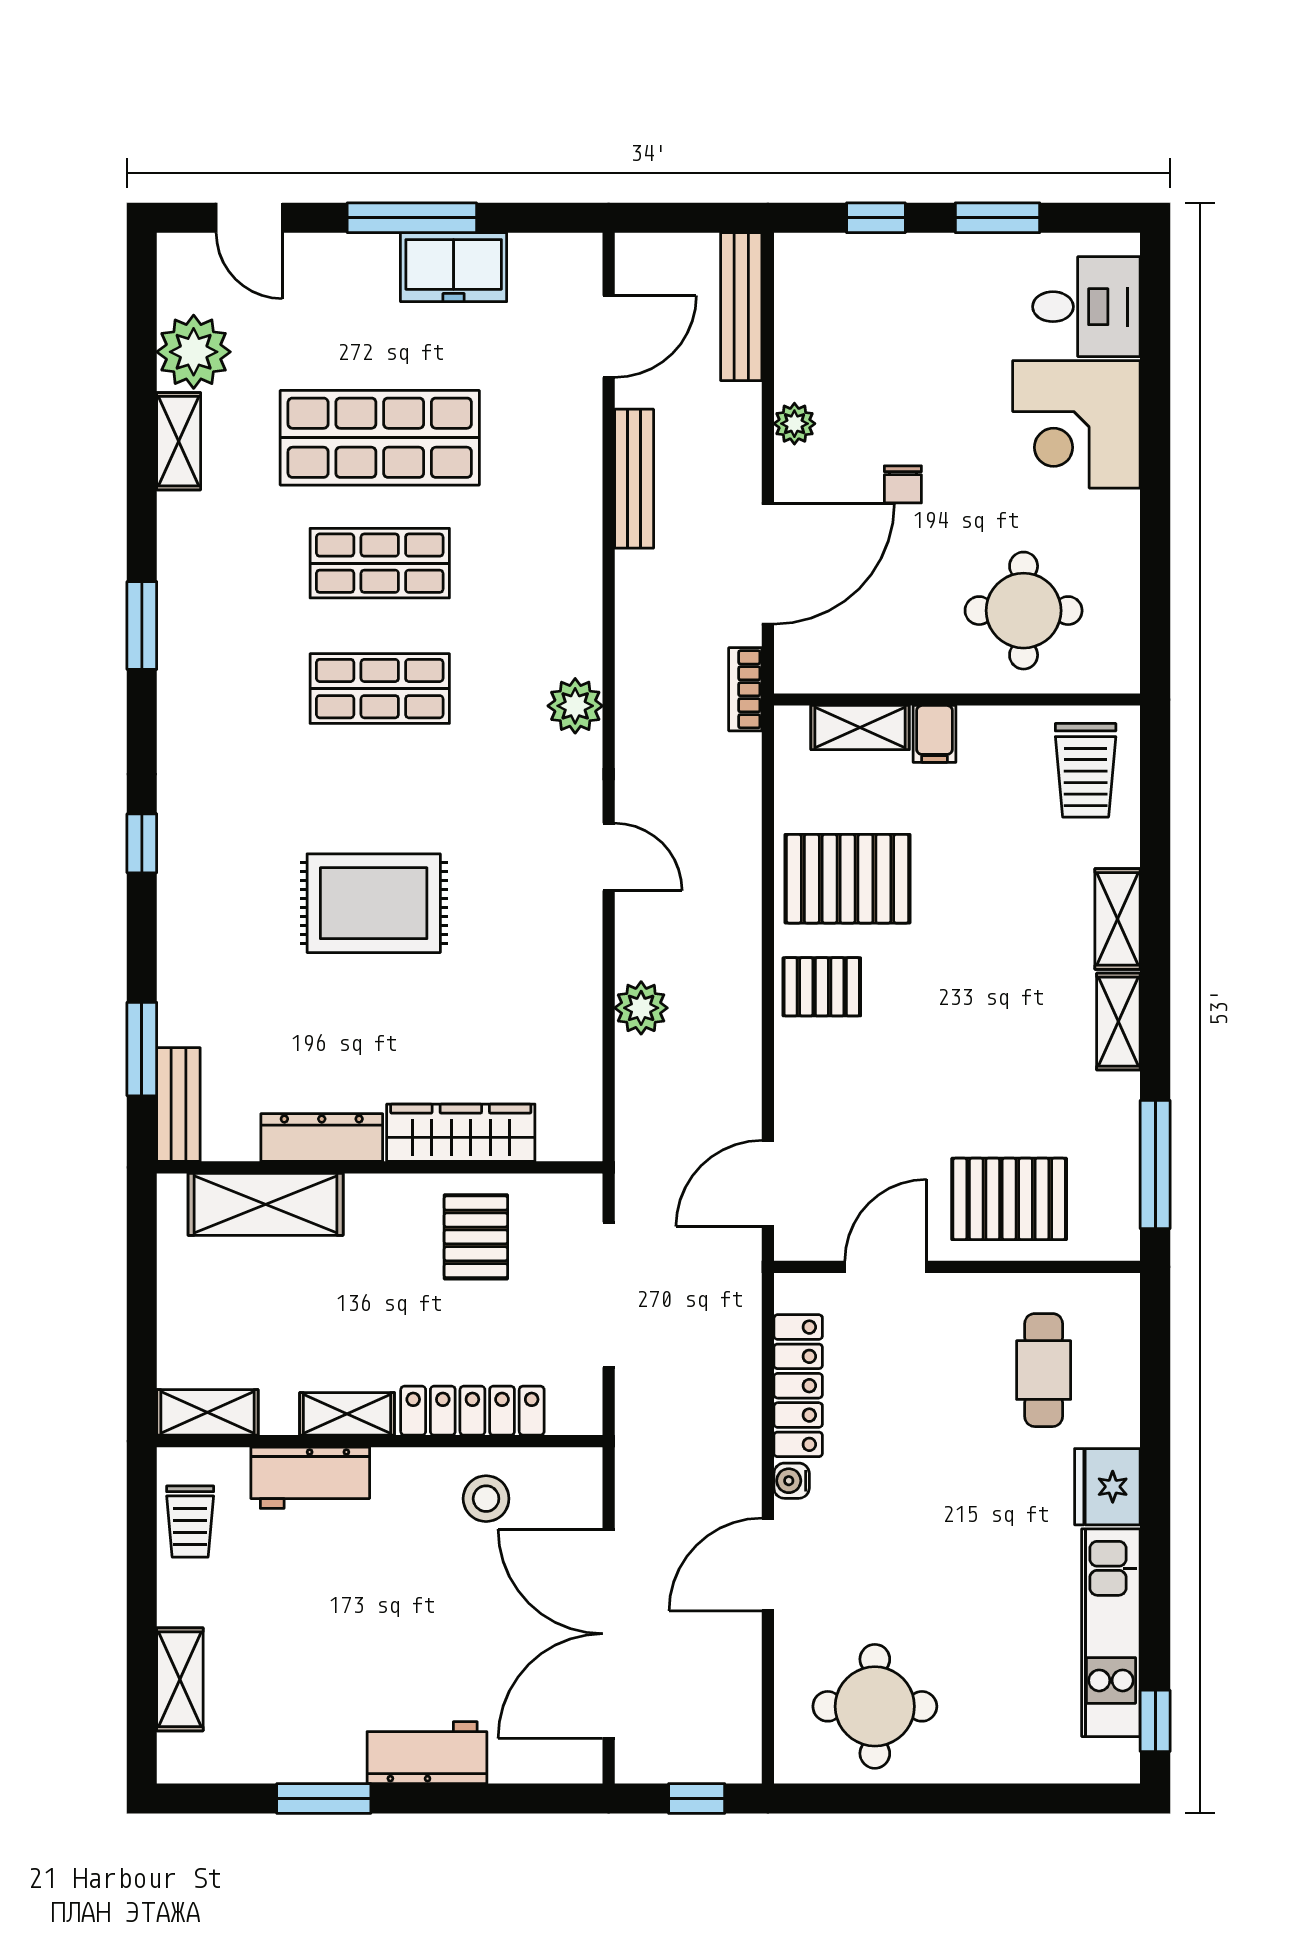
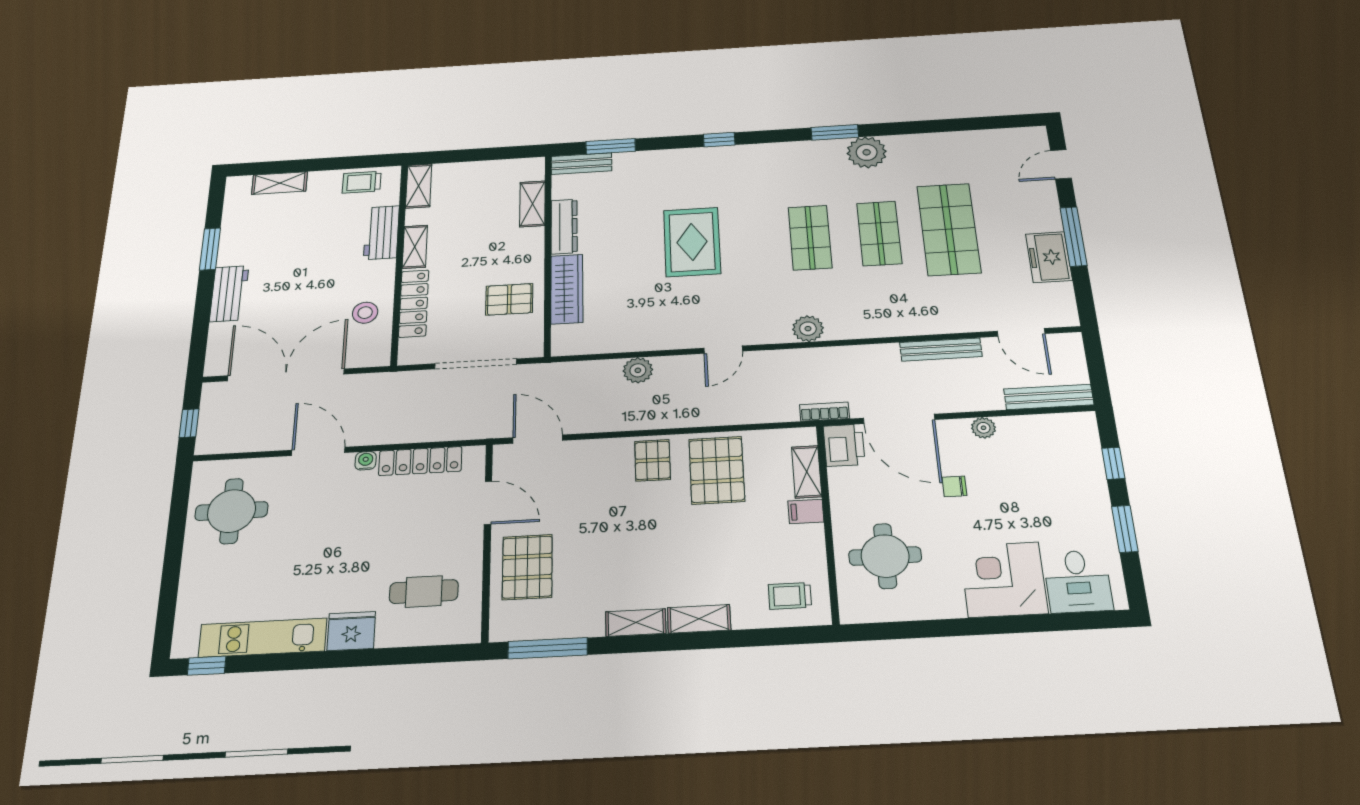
plant: (194, 352) -> (867, 152), moved
shelving: (179, 441) -> (935, 142), removed
printer: (813, 661) -> (844, 445), added
trolley: (1086, 770) -> (790, 596), width x0.73, depth x0.72
shelving: (266, 1204) -> (532, 204), width x0.67, depth x0.75

